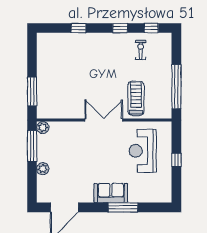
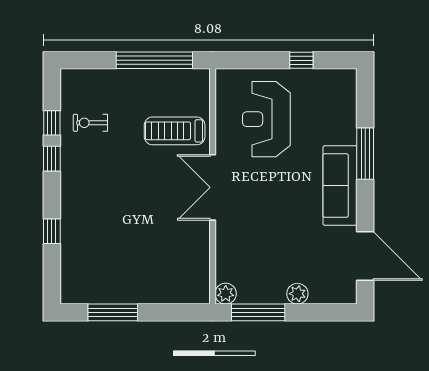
window: (151, 28) -> (52, 123), moved
window: (32, 91) -> (113, 312), moved
reception desk: (143, 151) -> (266, 119), turned 90
window: (176, 160) -> (301, 60), moved
sofa: (111, 193) -> (340, 185), width x1.36

